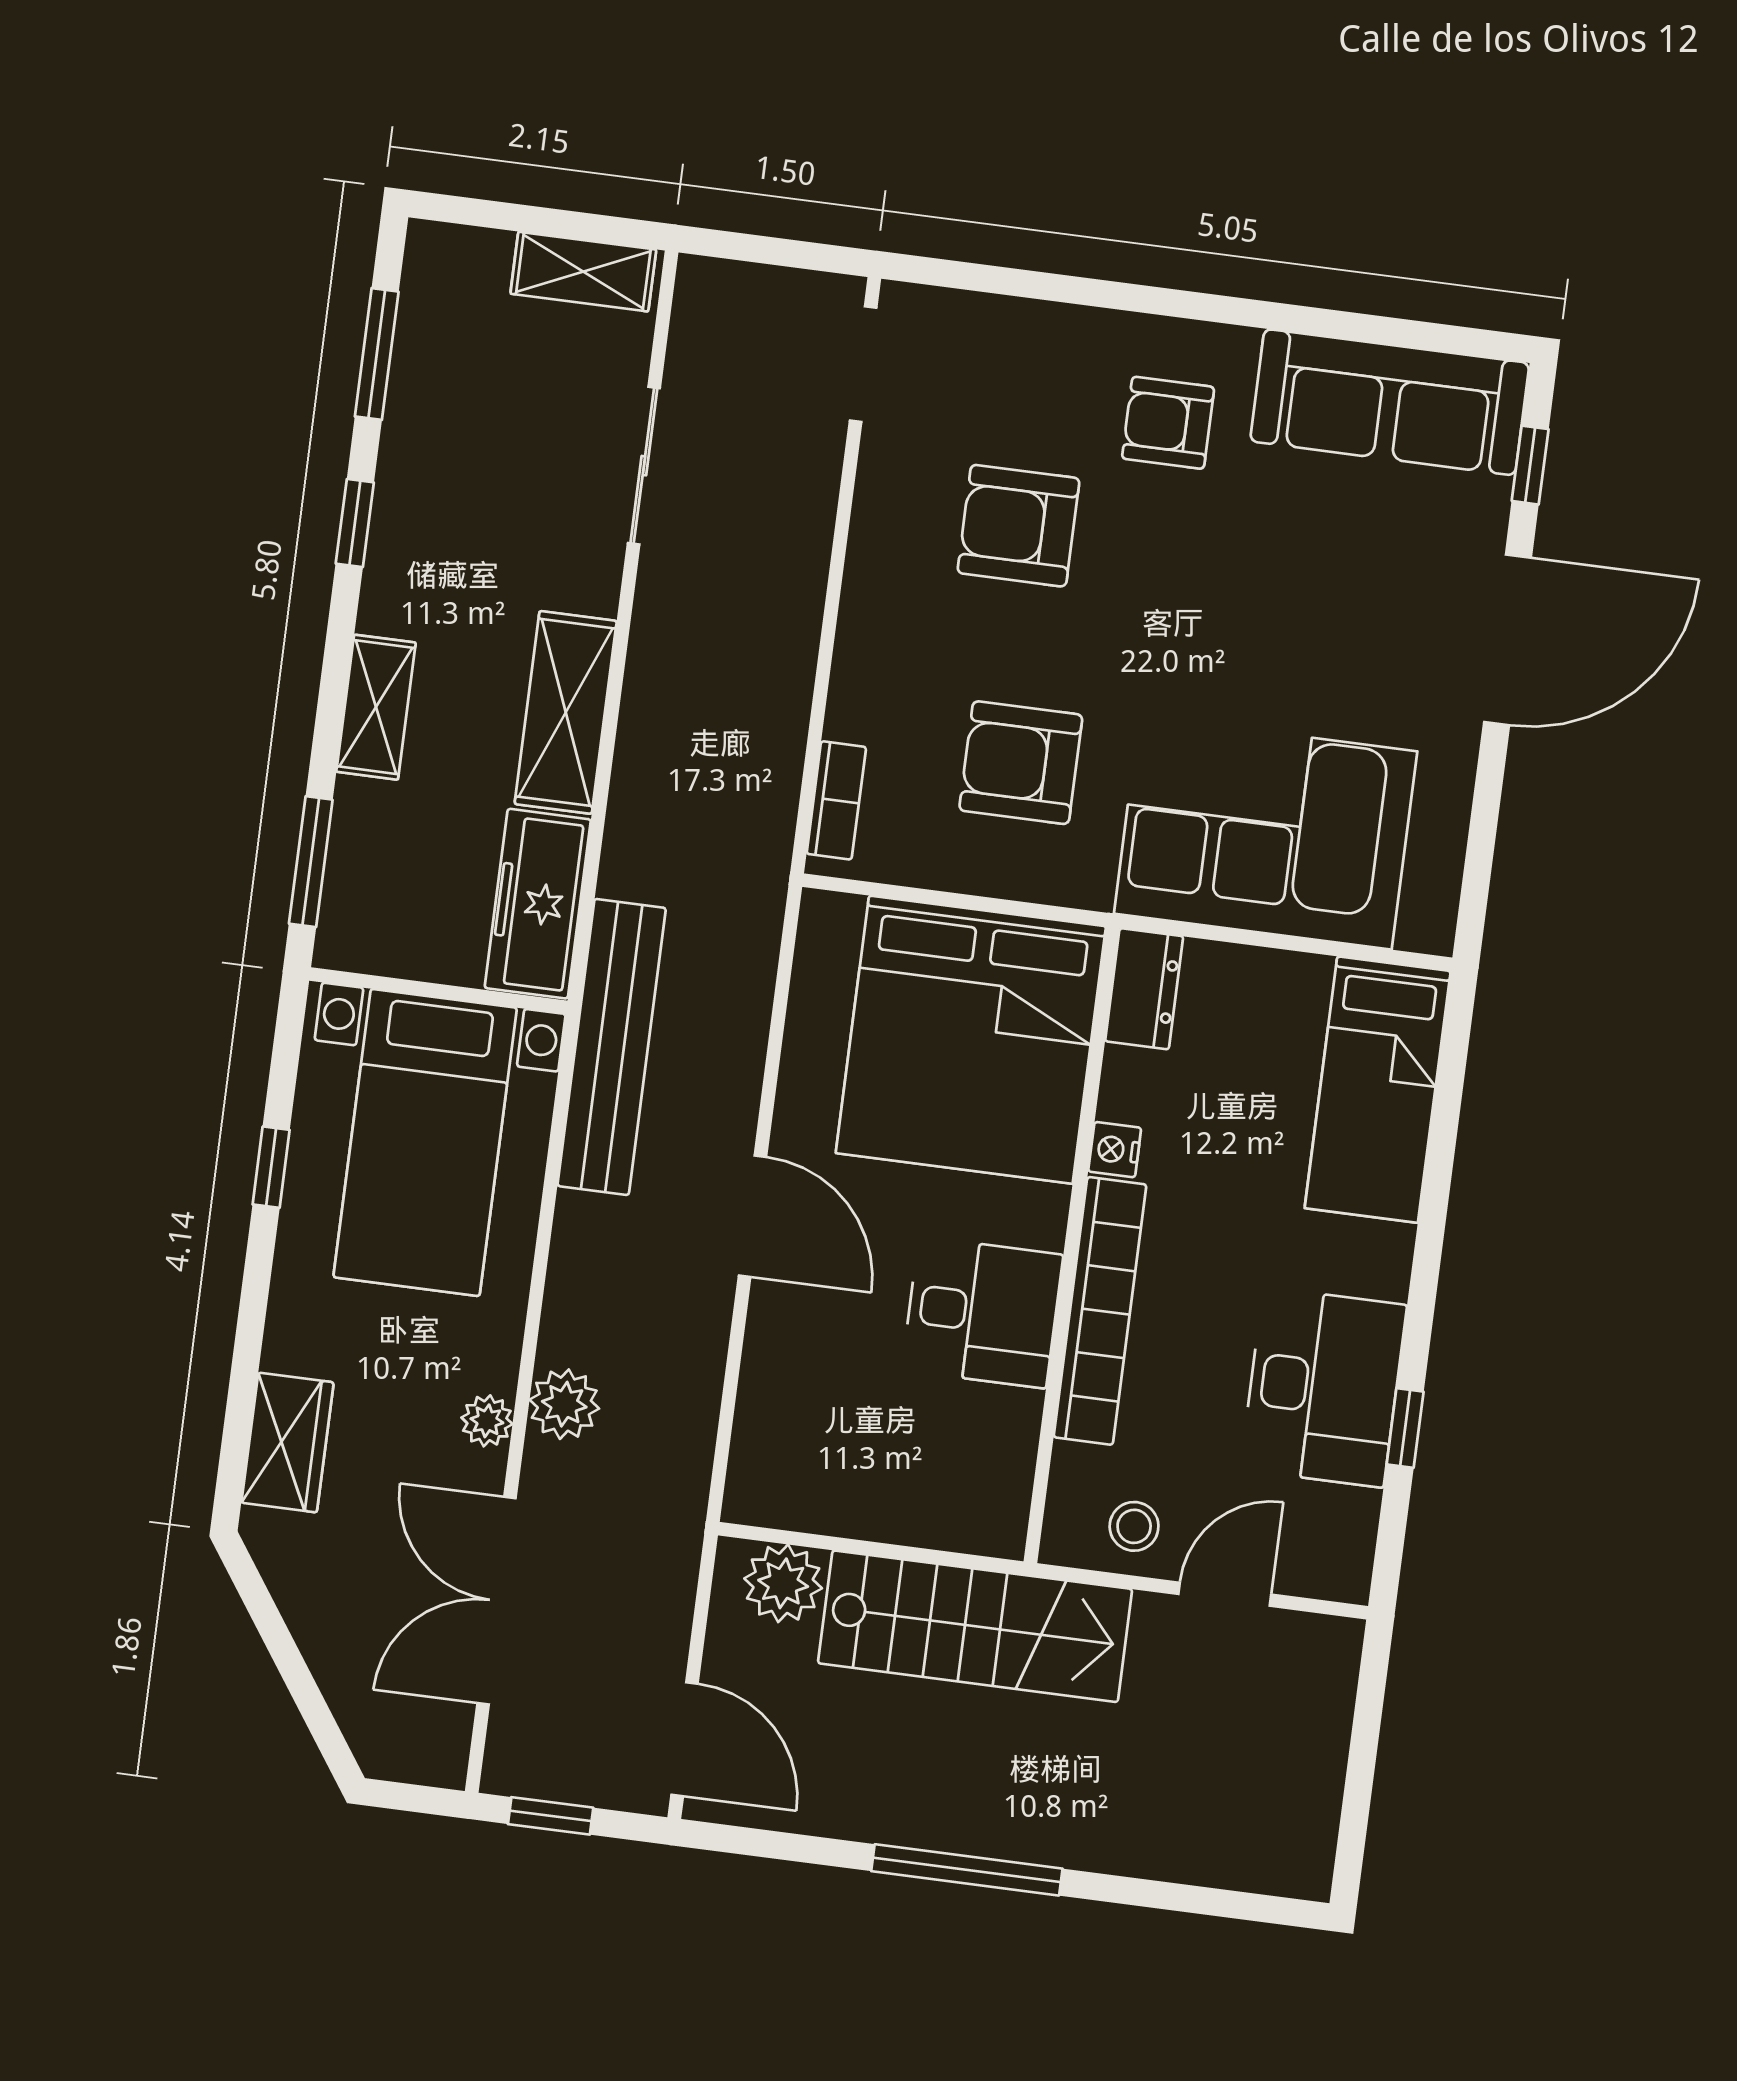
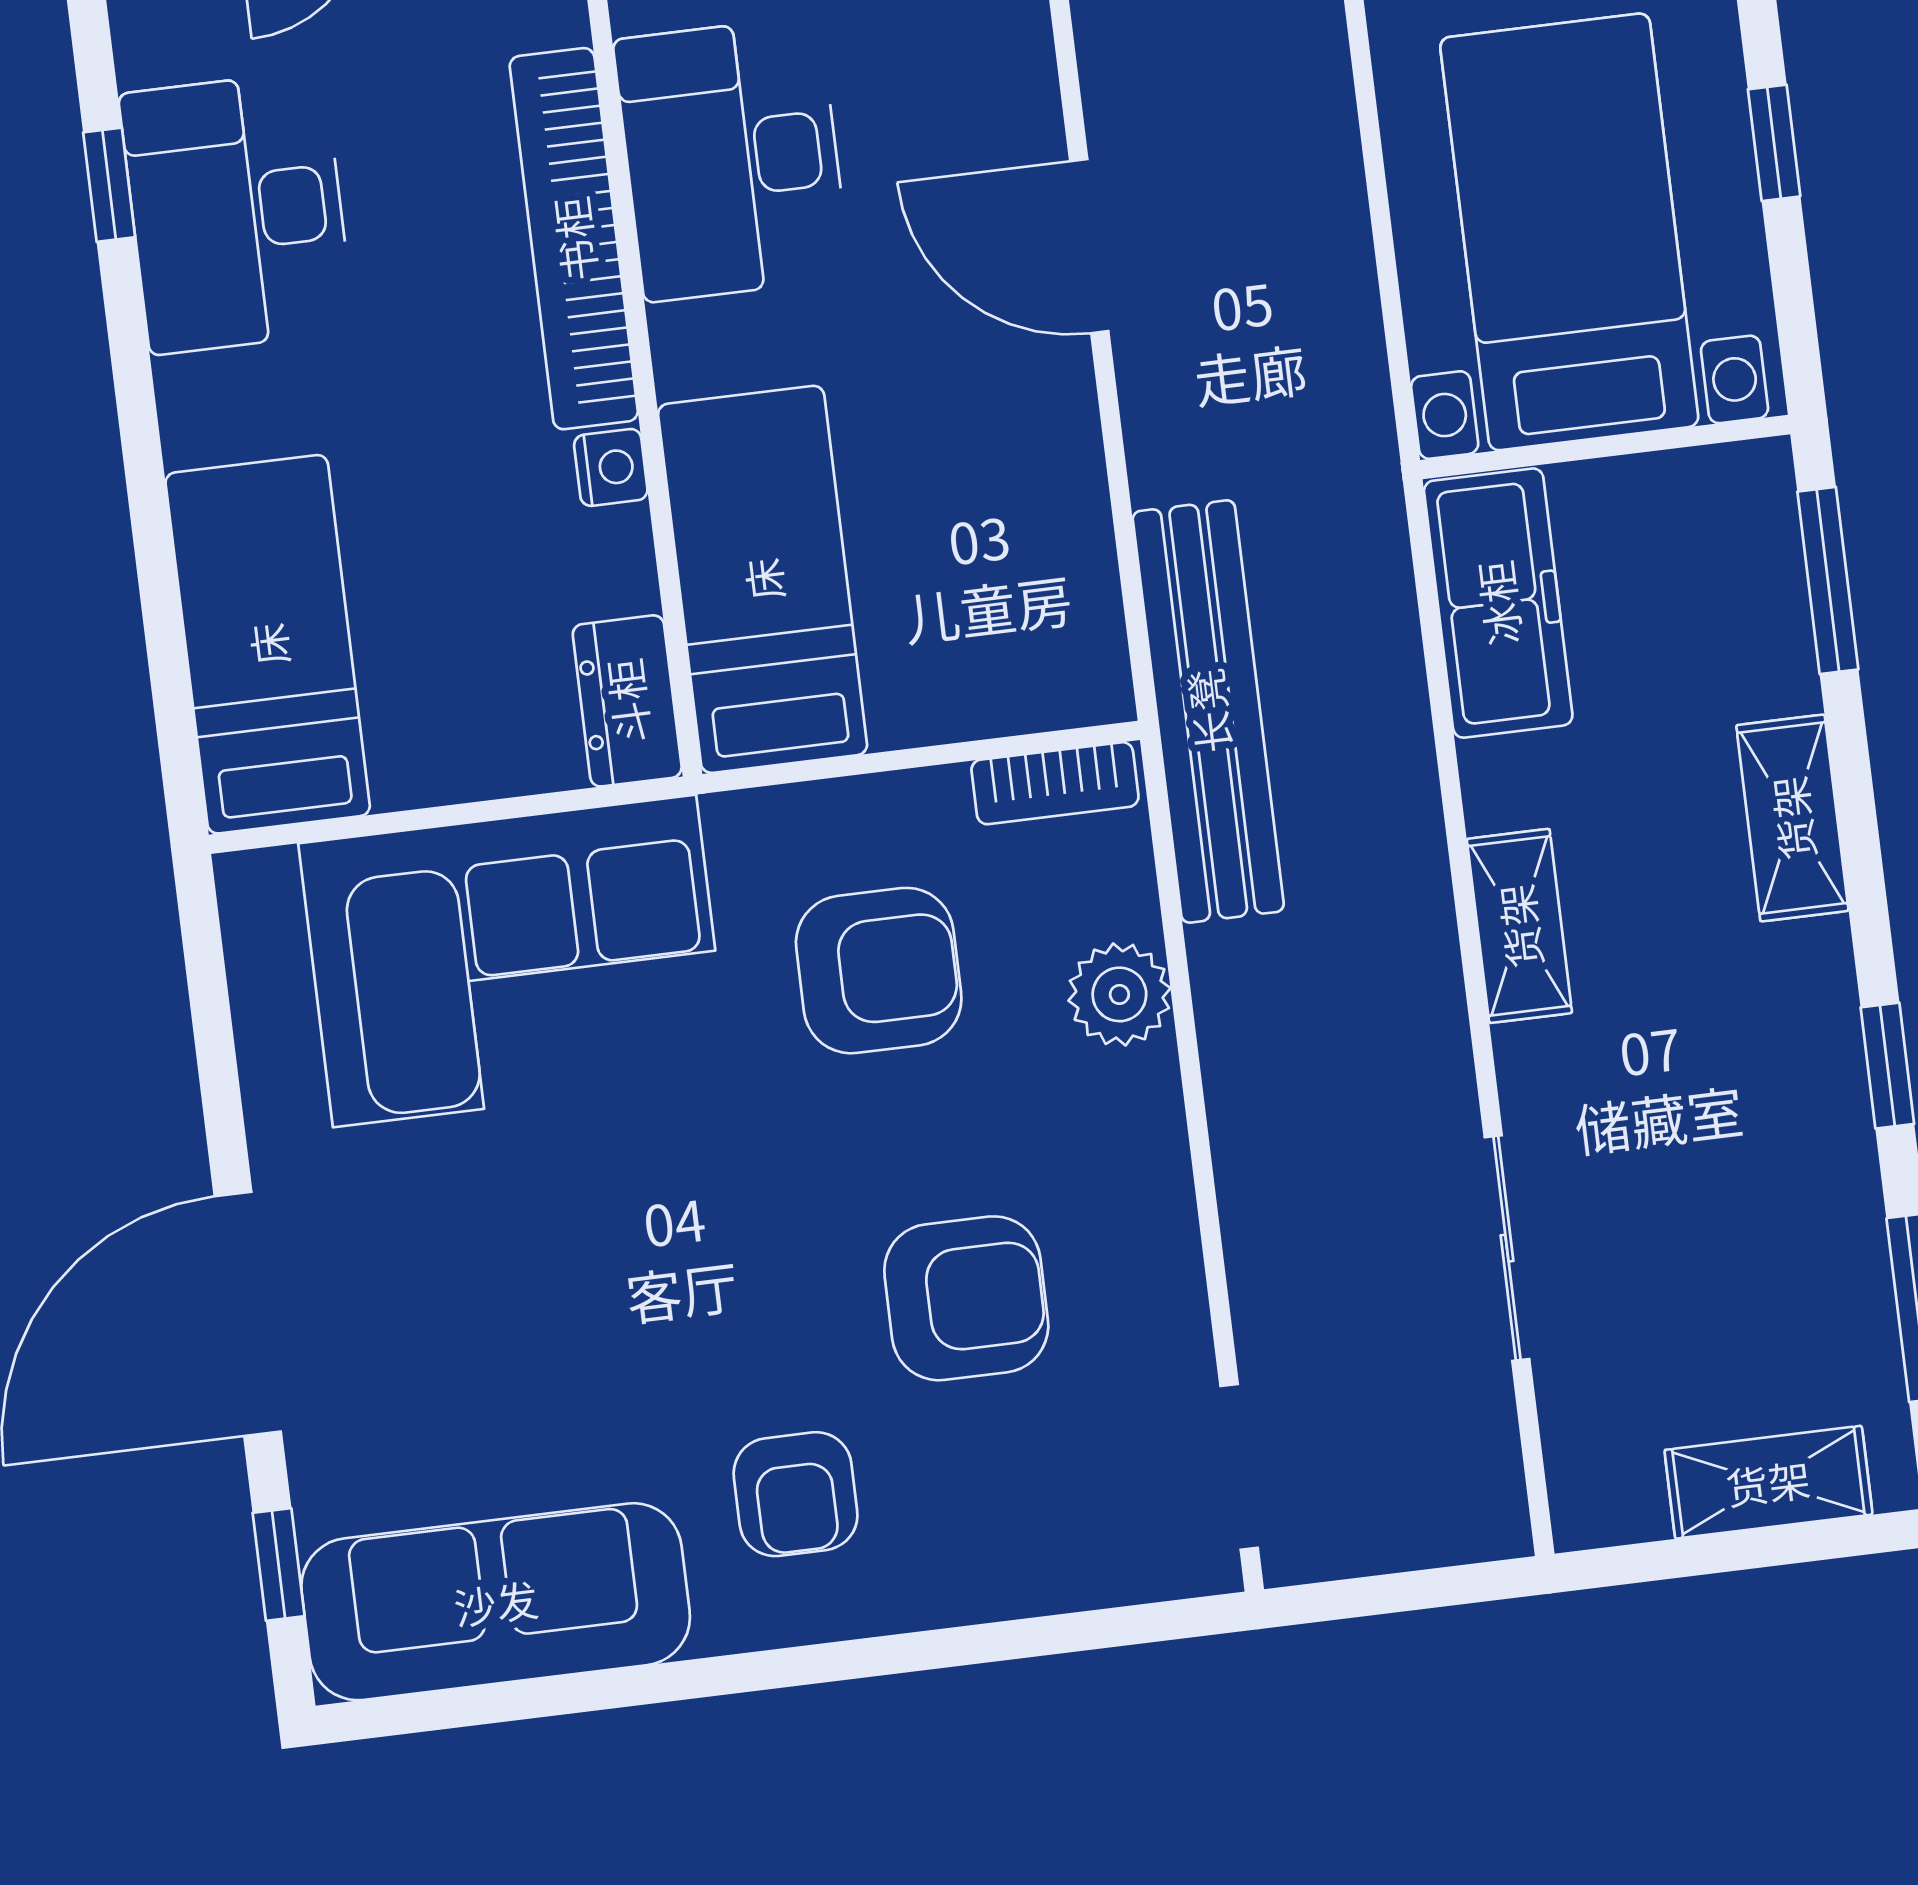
shelving: (583, 272) -> (1768, 1482), moved
armchair: (1168, 423) -> (796, 1494), turned 90
plant: (862, 705) -> (1119, 994), added
shelving: (566, 712) -> (1519, 926), width x0.67, depth x0.75
bookcase: (836, 800) -> (1055, 783), moved, turned -90
bed: (971, 1040) -> (763, 579), width x0.49
bench: (612, 1047) -> (1208, 711), moved
desk: (982, 1312) -> (732, 159), width x1.37

